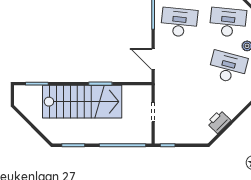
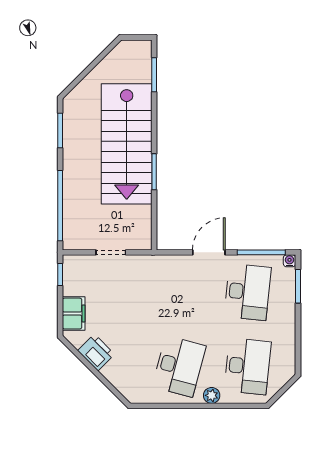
door: (153, 59) -> (209, 252), moved
filing cabinet: (193, 136) -> (74, 314), added

